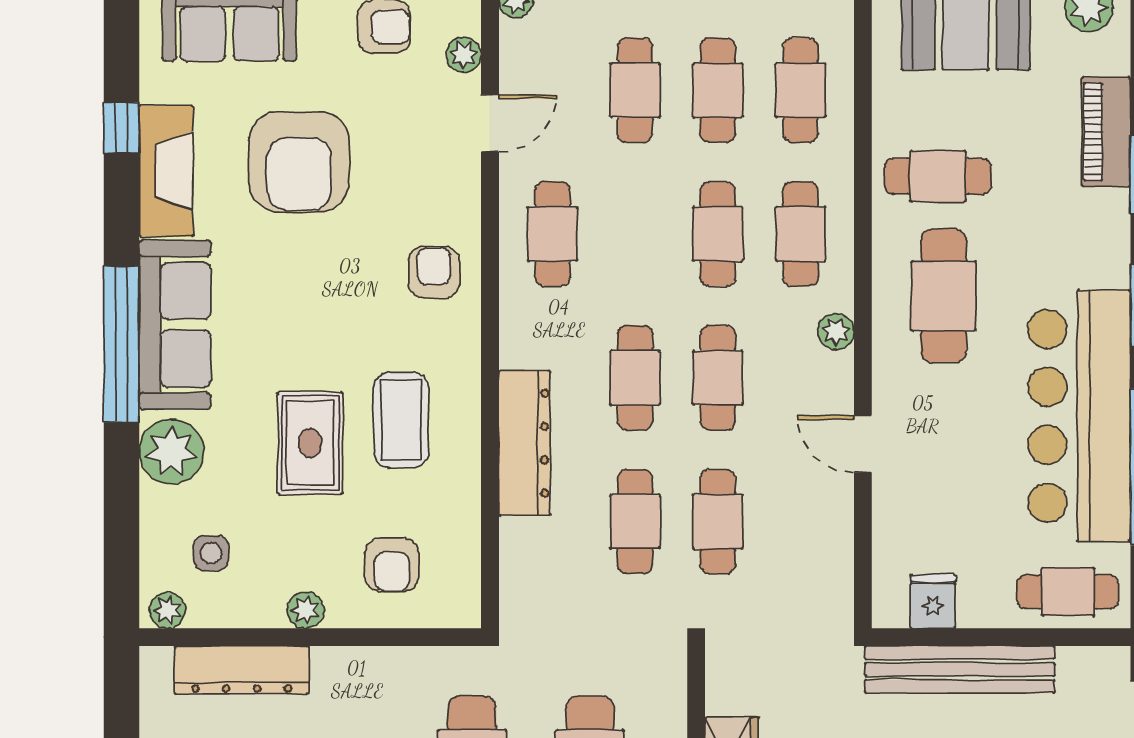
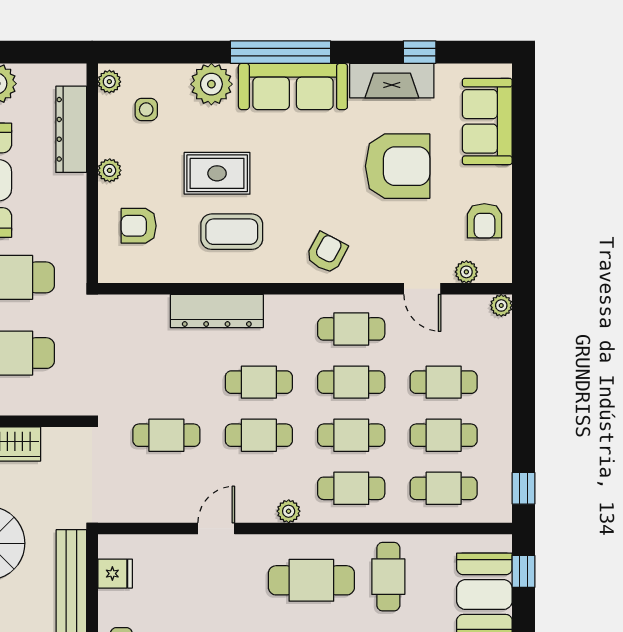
armchair: (299, 162) -> (398, 166), turned 180
armchair: (434, 272) -> (327, 253), turned -62
cafe table: (635, 522) -> (351, 382), moved

